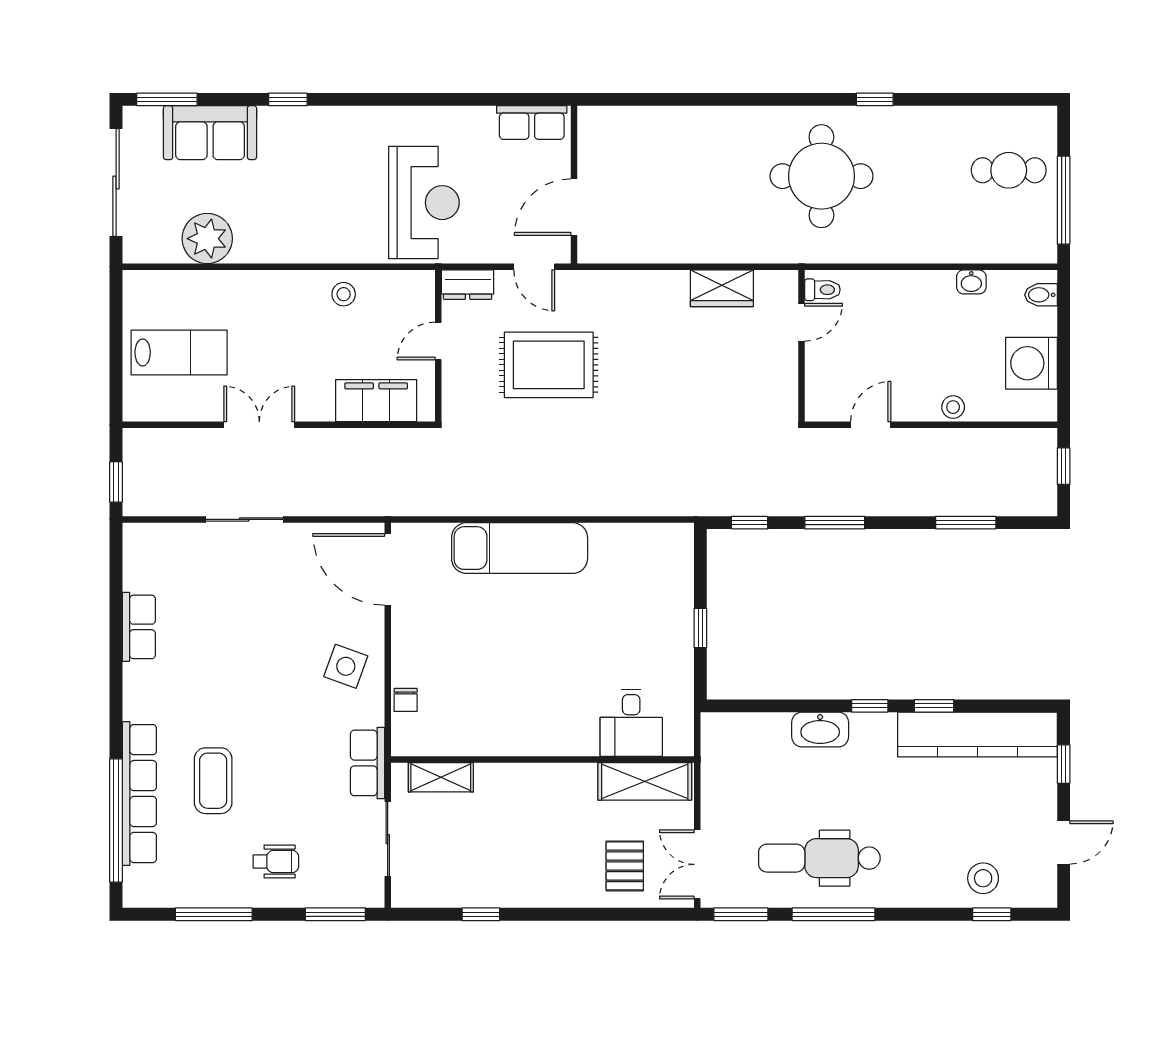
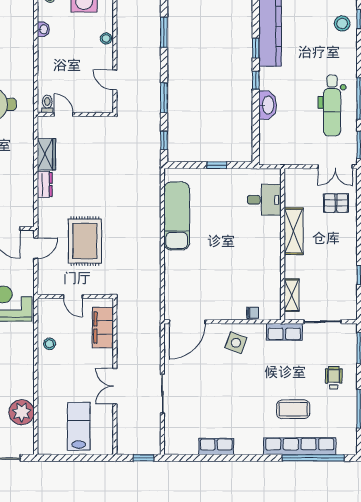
dresser: (468, 285) -> (45, 184), moved
exam couch: (520, 548) -> (177, 216), moved
shelving: (645, 781) -> (294, 231), moved

